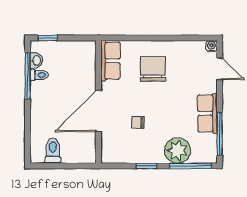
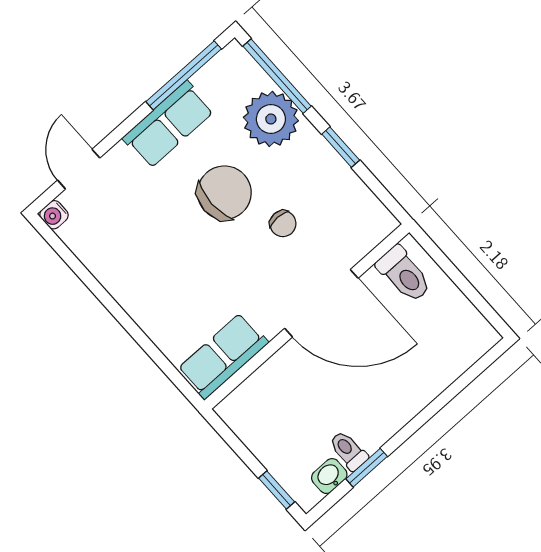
chair: (153, 69) -> (224, 193), moved, turned 180
window: (28, 76) -> (367, 468), width x0.46
toilet: (53, 151) -> (404, 274), moved, turned -90

